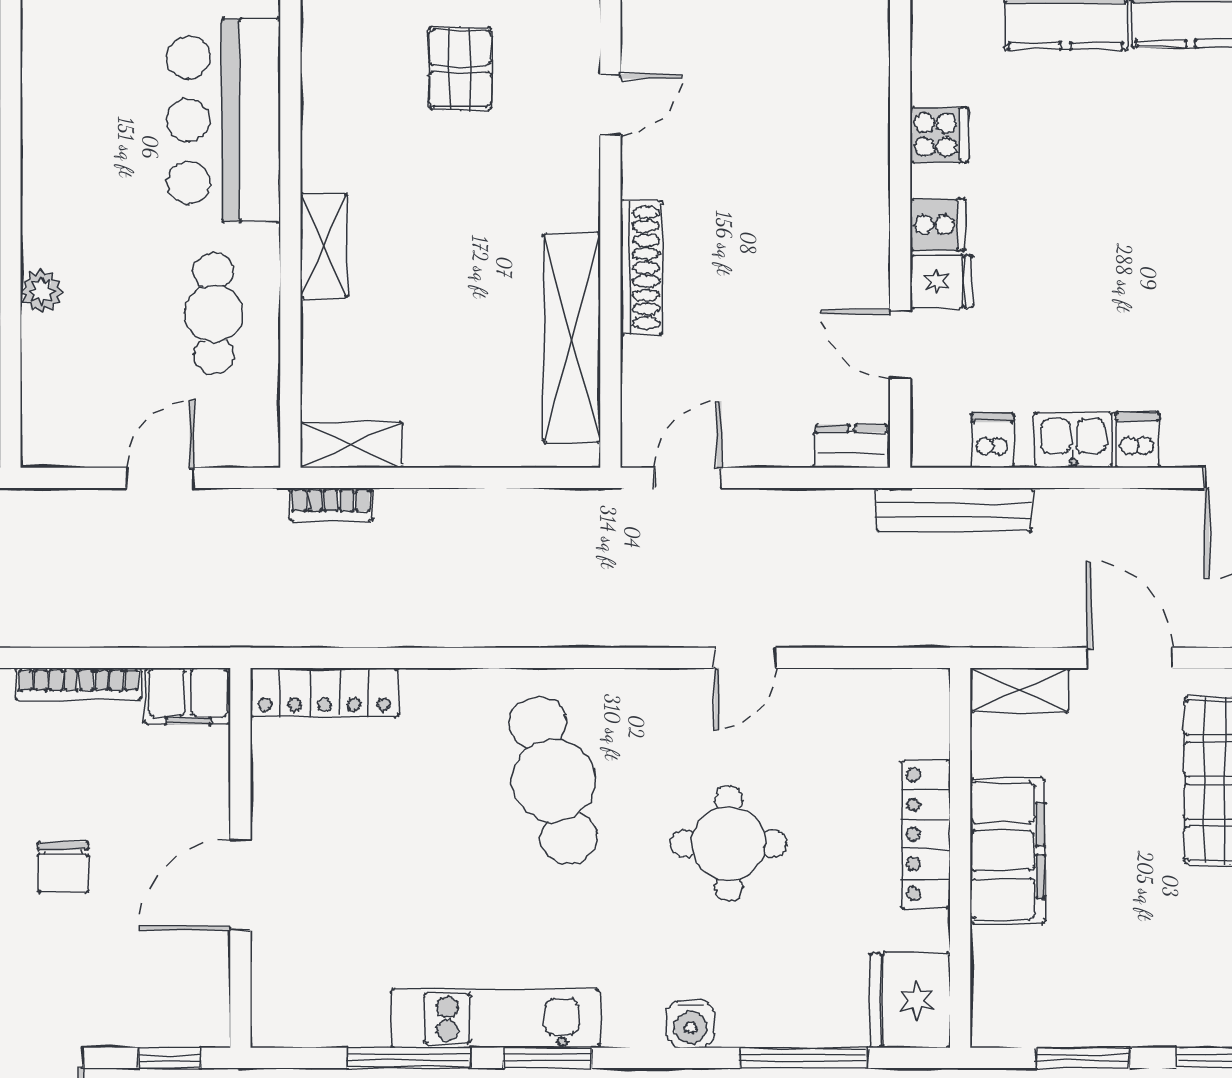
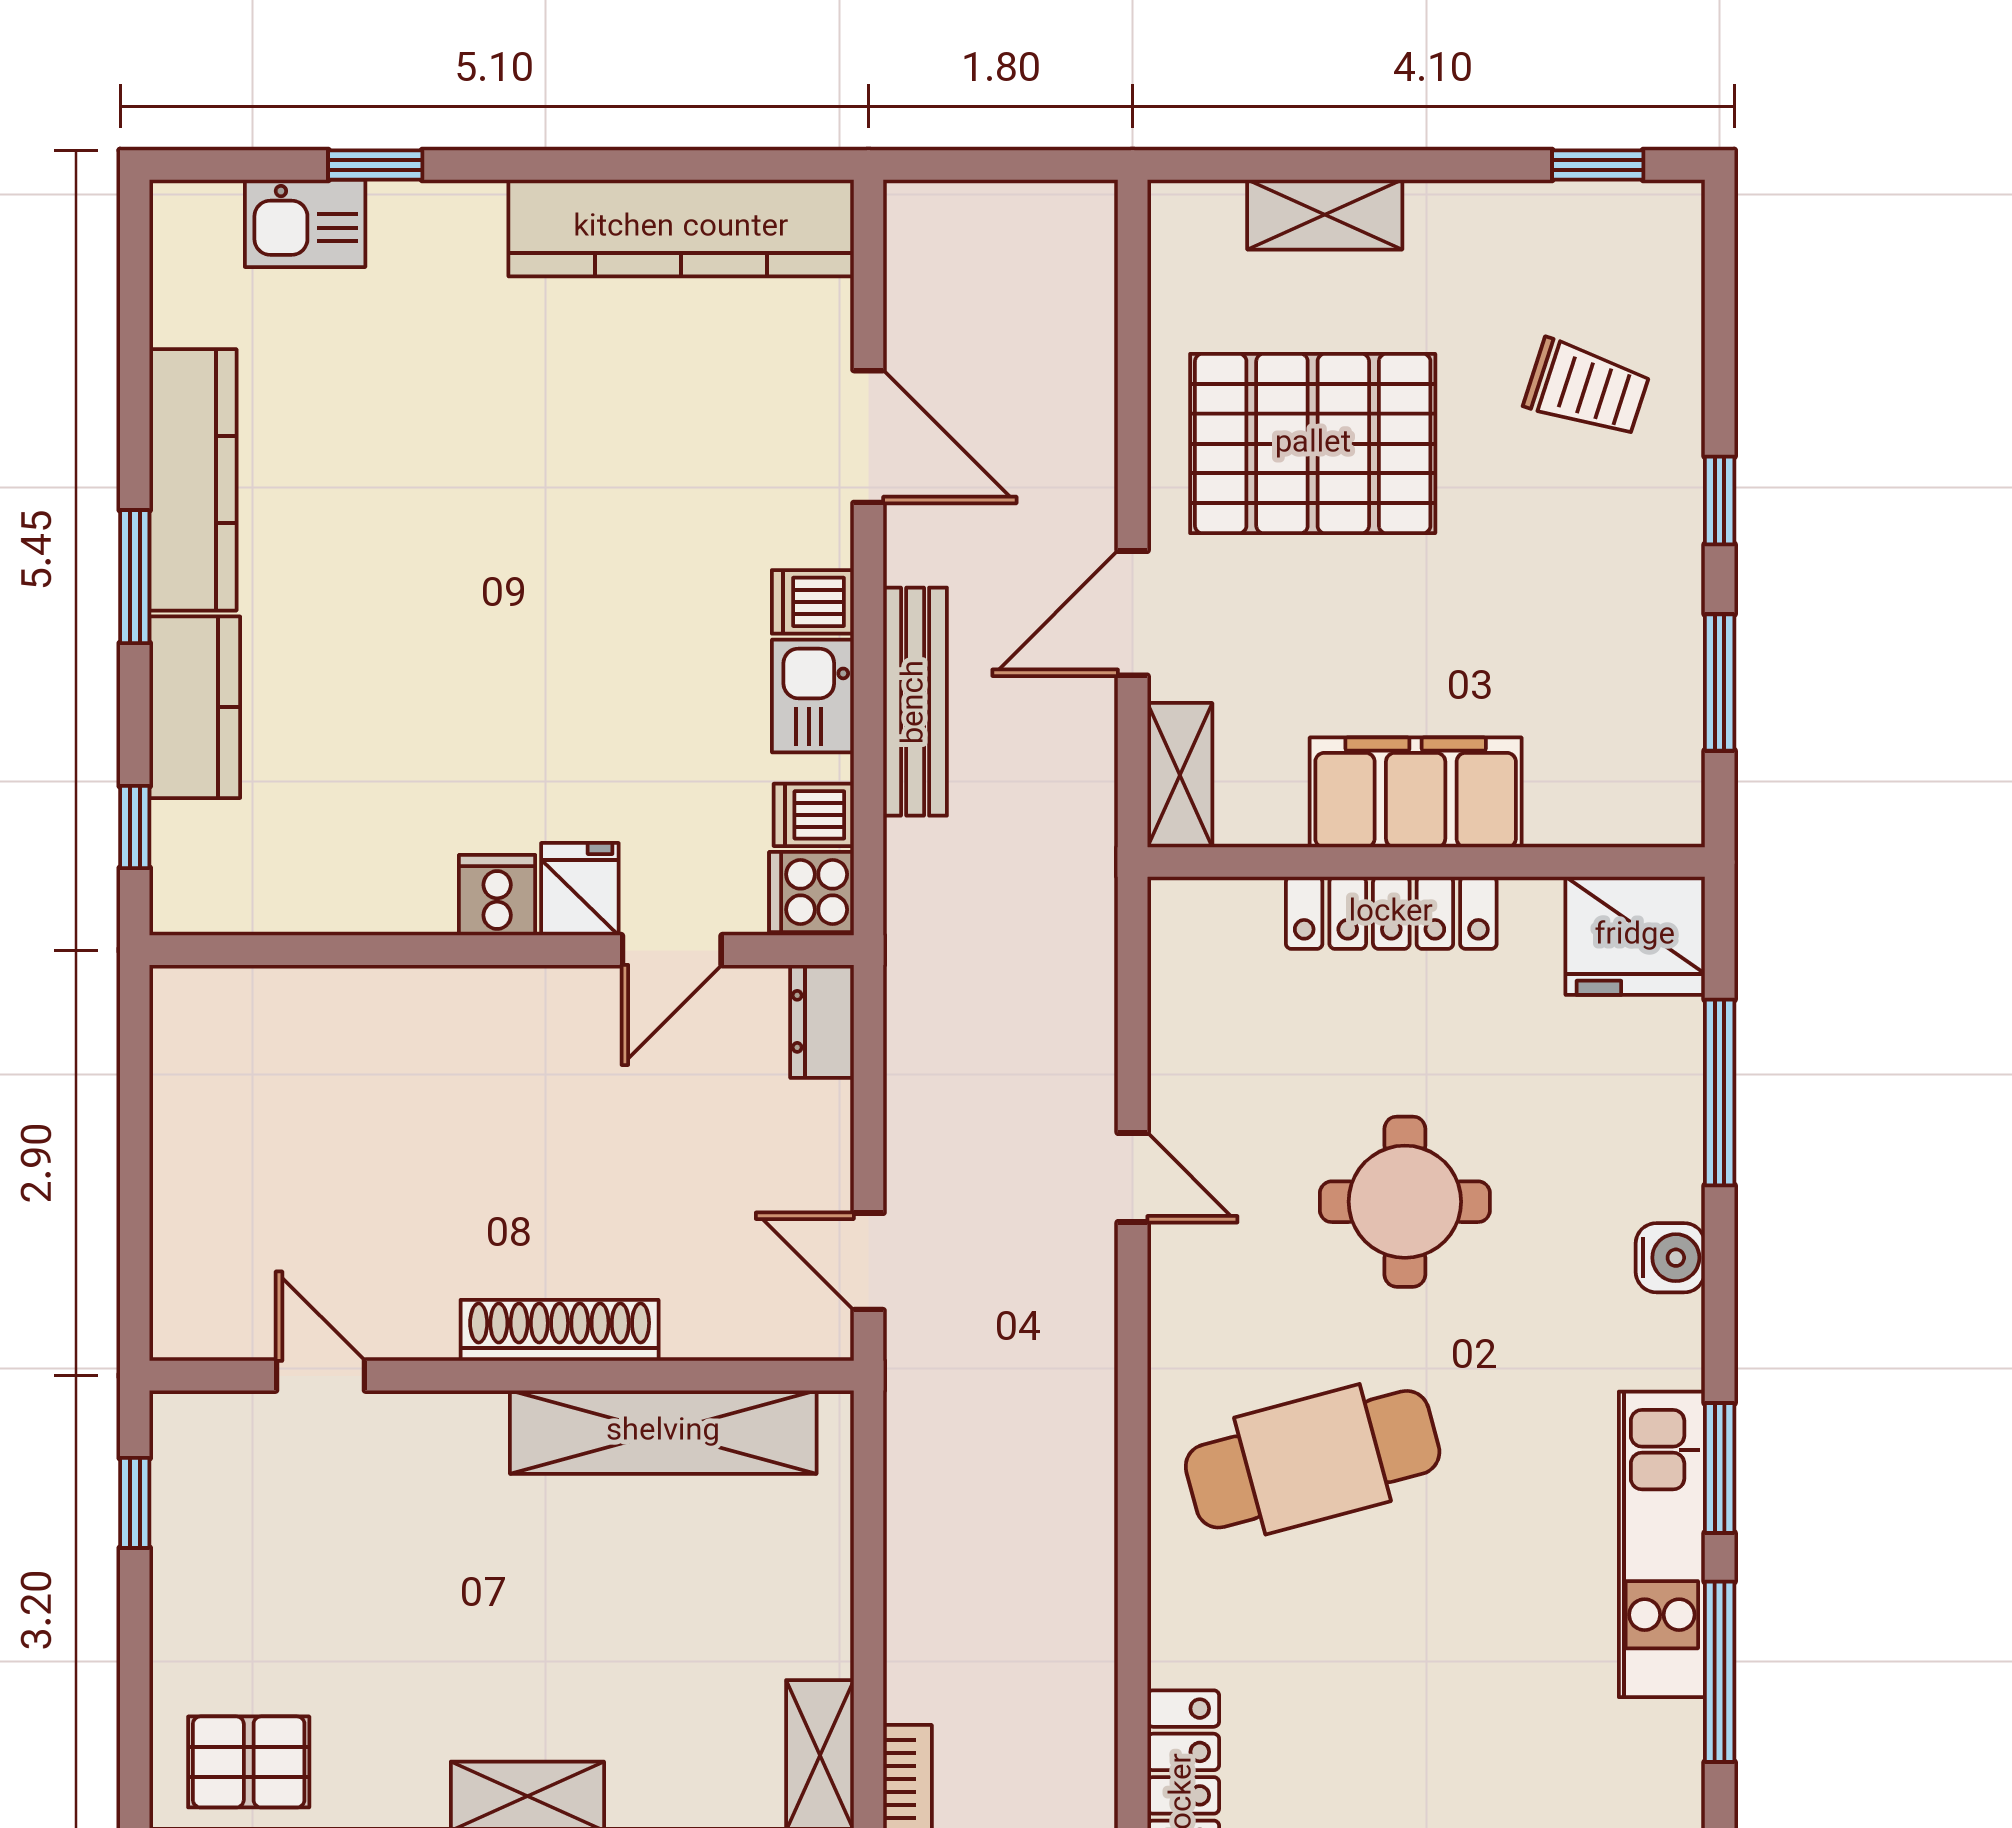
pallet: (460, 68) -> (249, 1762), moved
cooker: (939, 135) -> (811, 892), moved, turned -90
bench: (954, 510) -> (915, 702), moved

